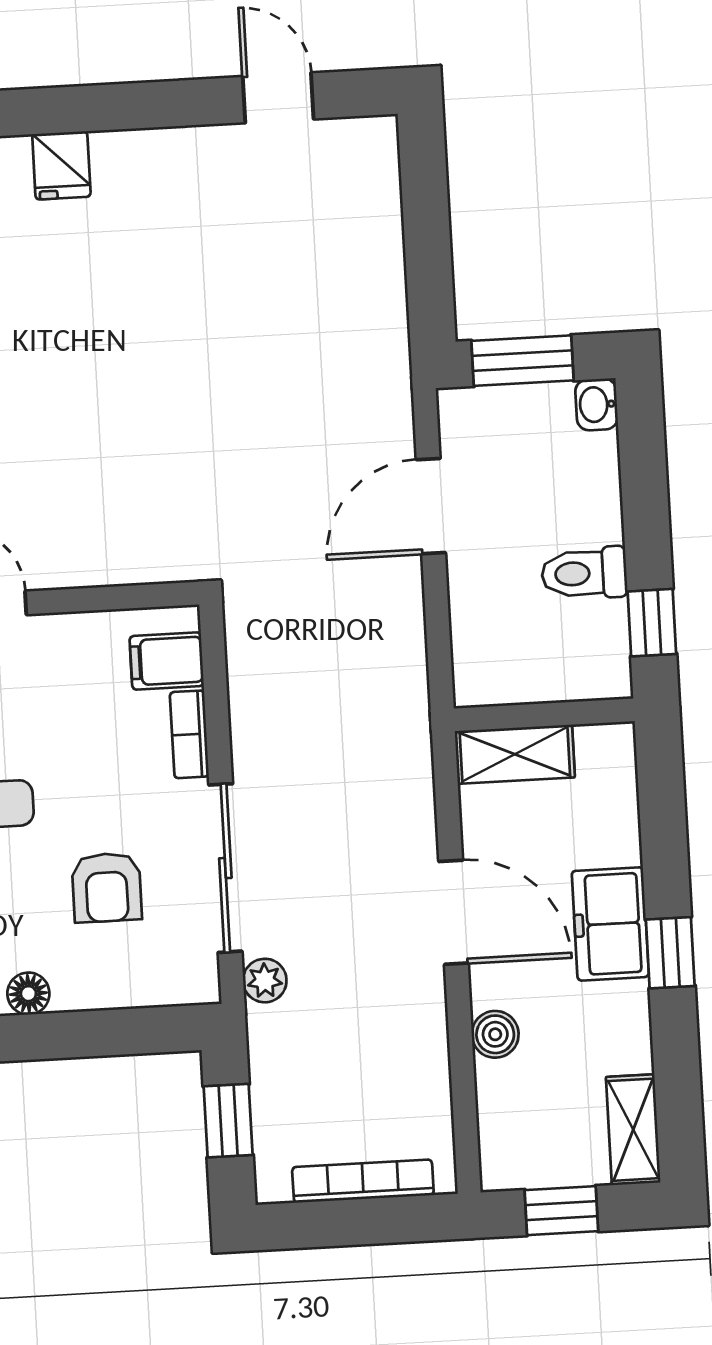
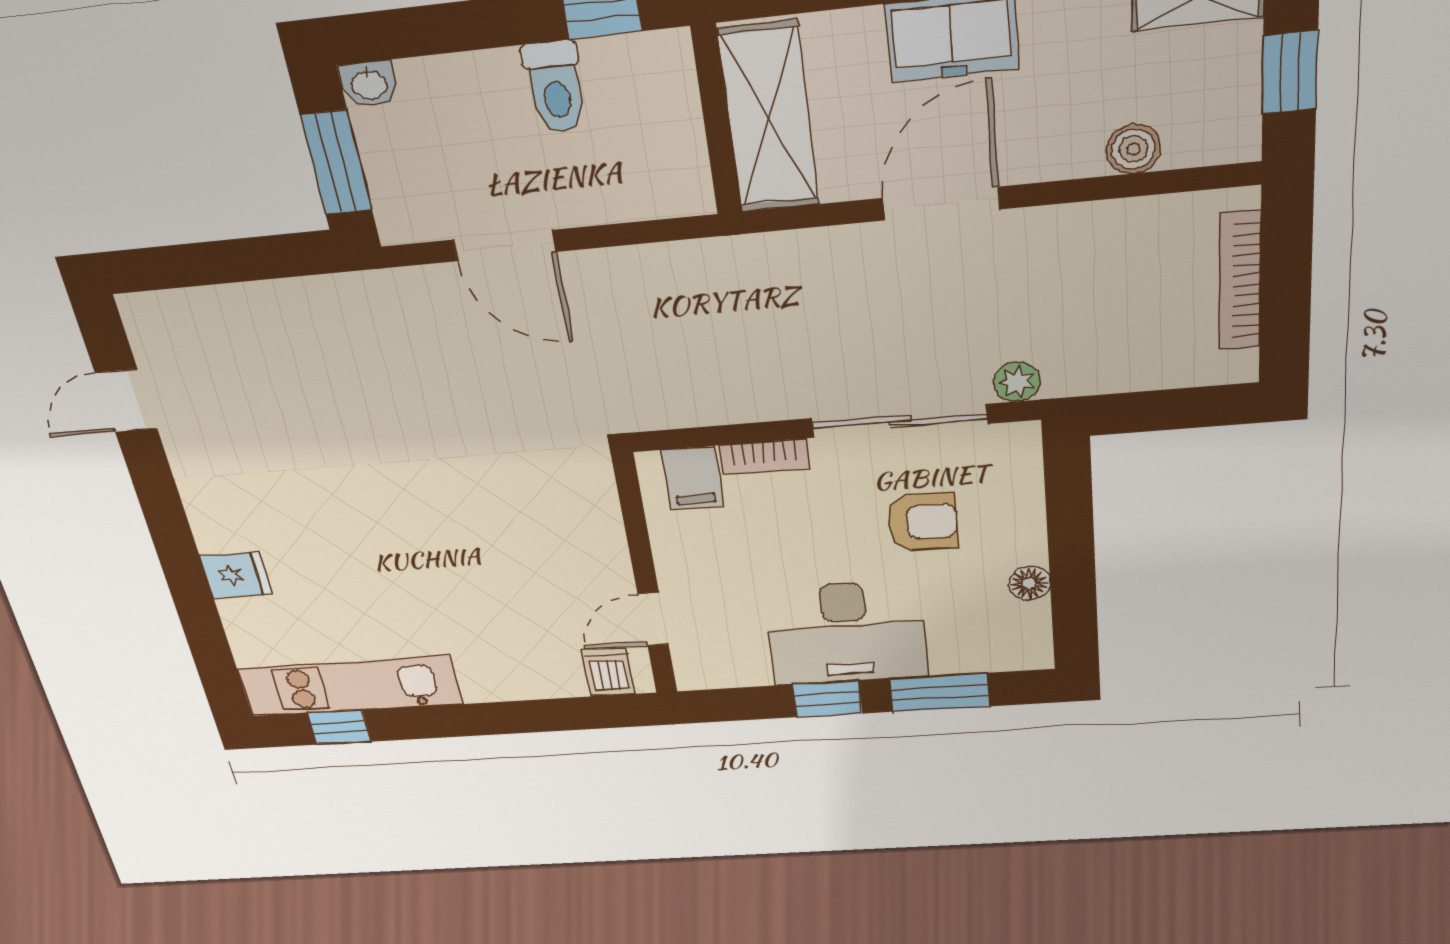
shelving: (515, 754) -> (769, 118), width x1.50, depth x1.33
boiler: (495, 1034) -> (1133, 149), moved
window: (228, 1121) -> (1166, 410), removed

